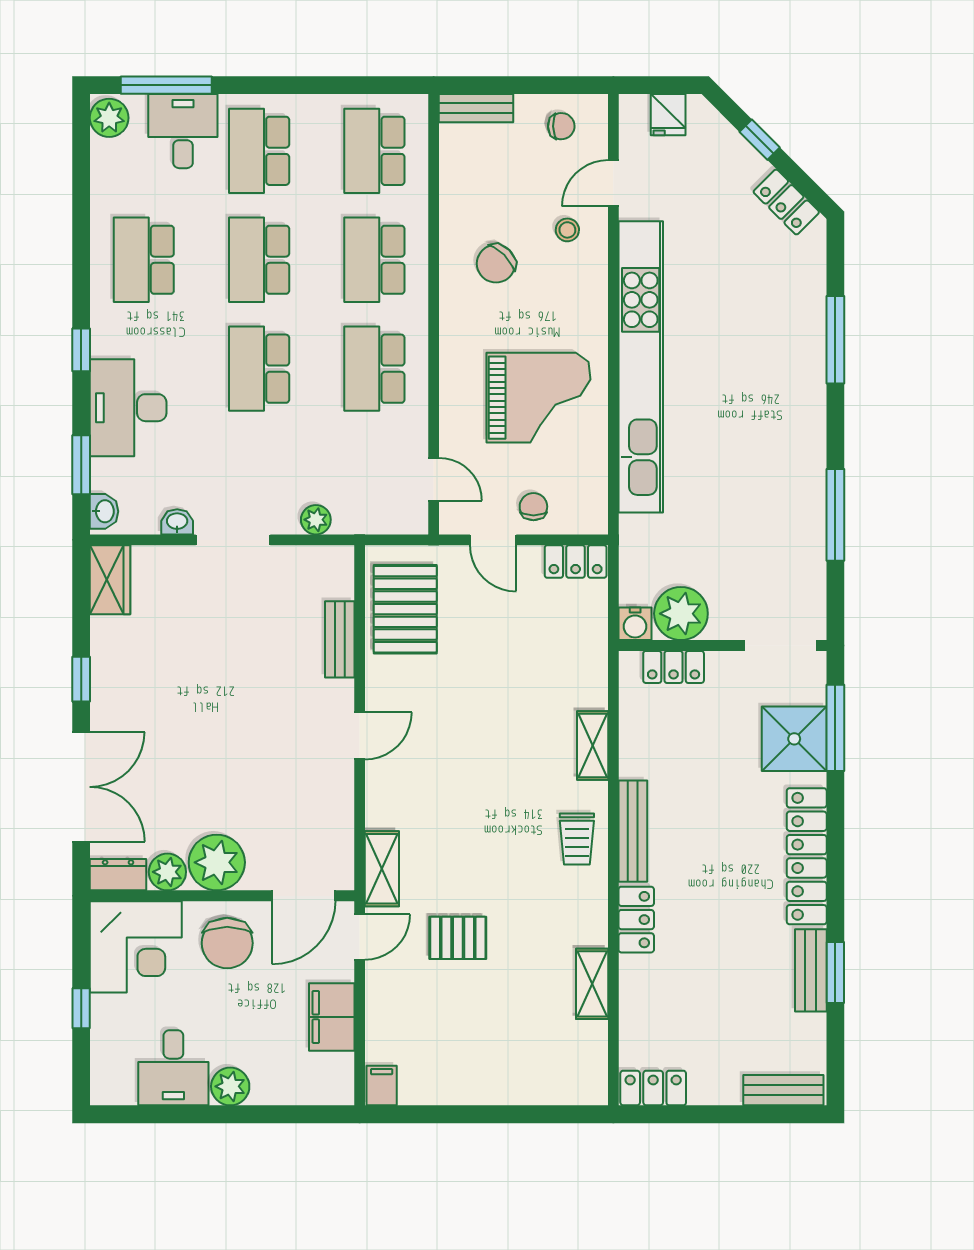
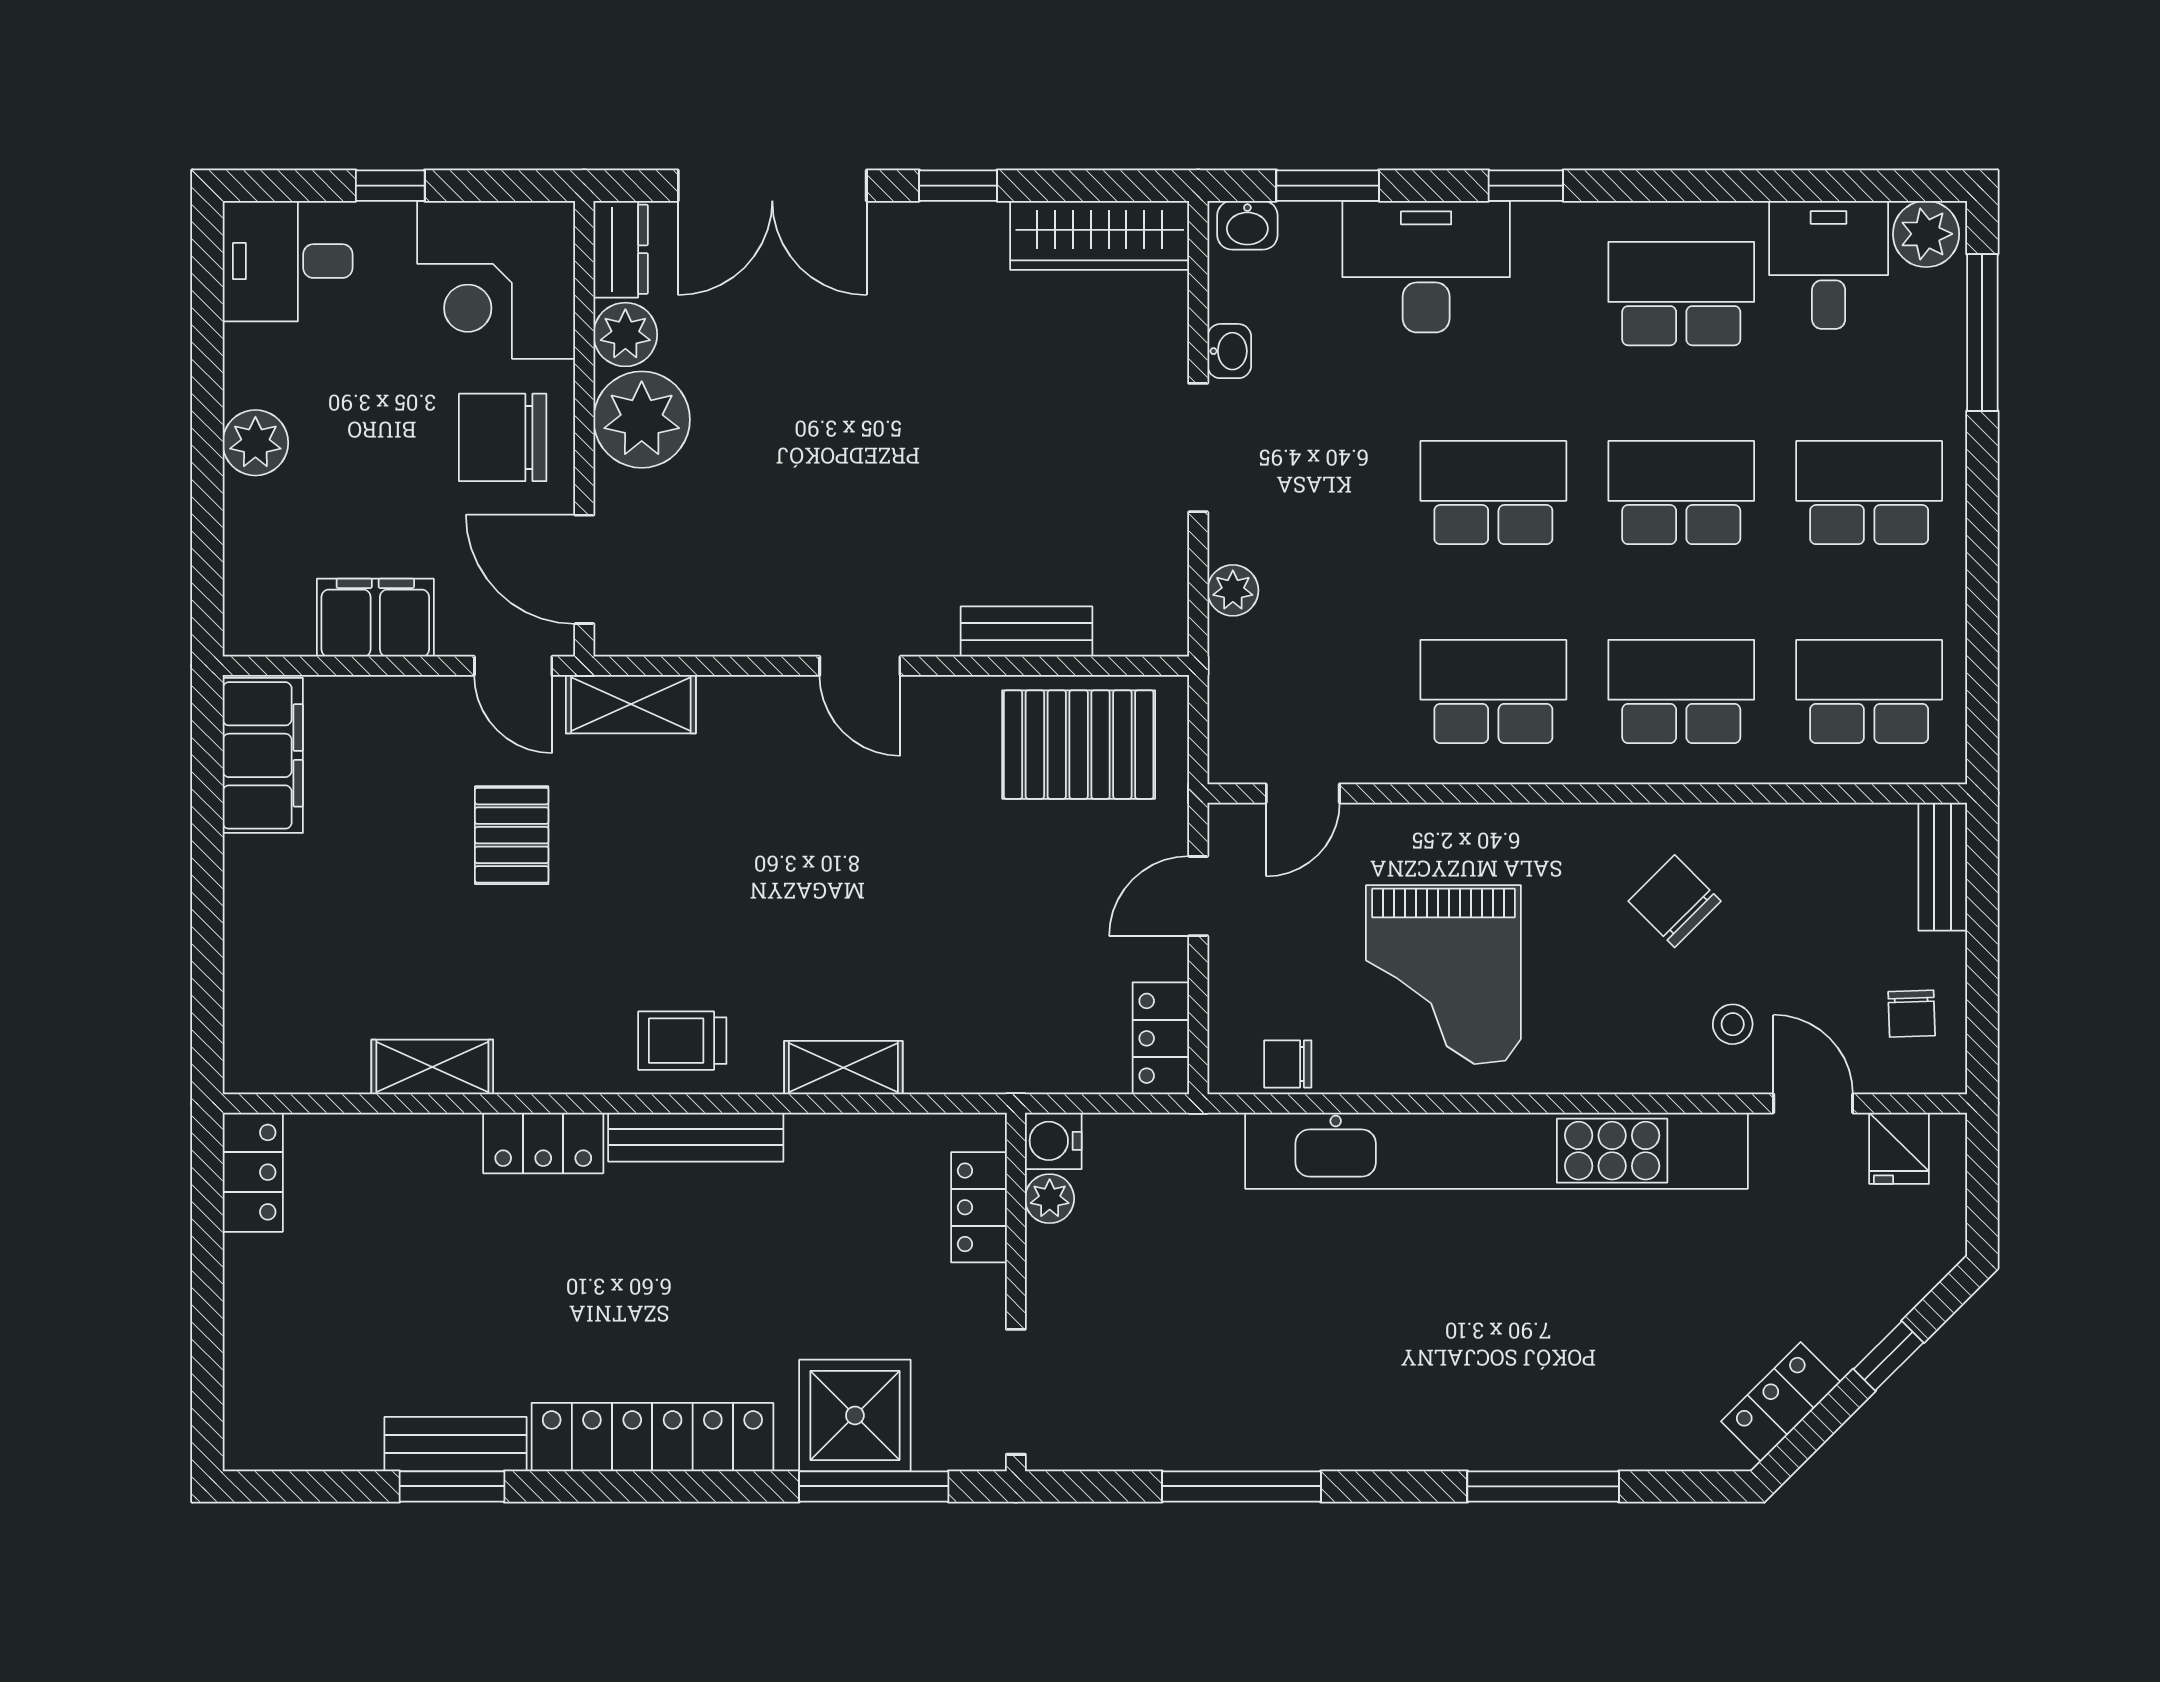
fridge: (668, 115) -> (1899, 1148), moved, turned -90
desk: (183, 131) -> (1829, 265), moved, turned -90
chair: (533, 507) -> (1288, 1064), moved, turned 180
wardrobe: (110, 580) -> (1100, 235), width x1.50
plant: (681, 614) -> (1050, 1199), width x0.53, depth x0.53
desk: (173, 1068) -> (288, 261), moved
filing cabinet: (382, 1086) -> (263, 755), width x3.00, depth x1.17
bench: (783, 1090) -> (249, 1397), removed

